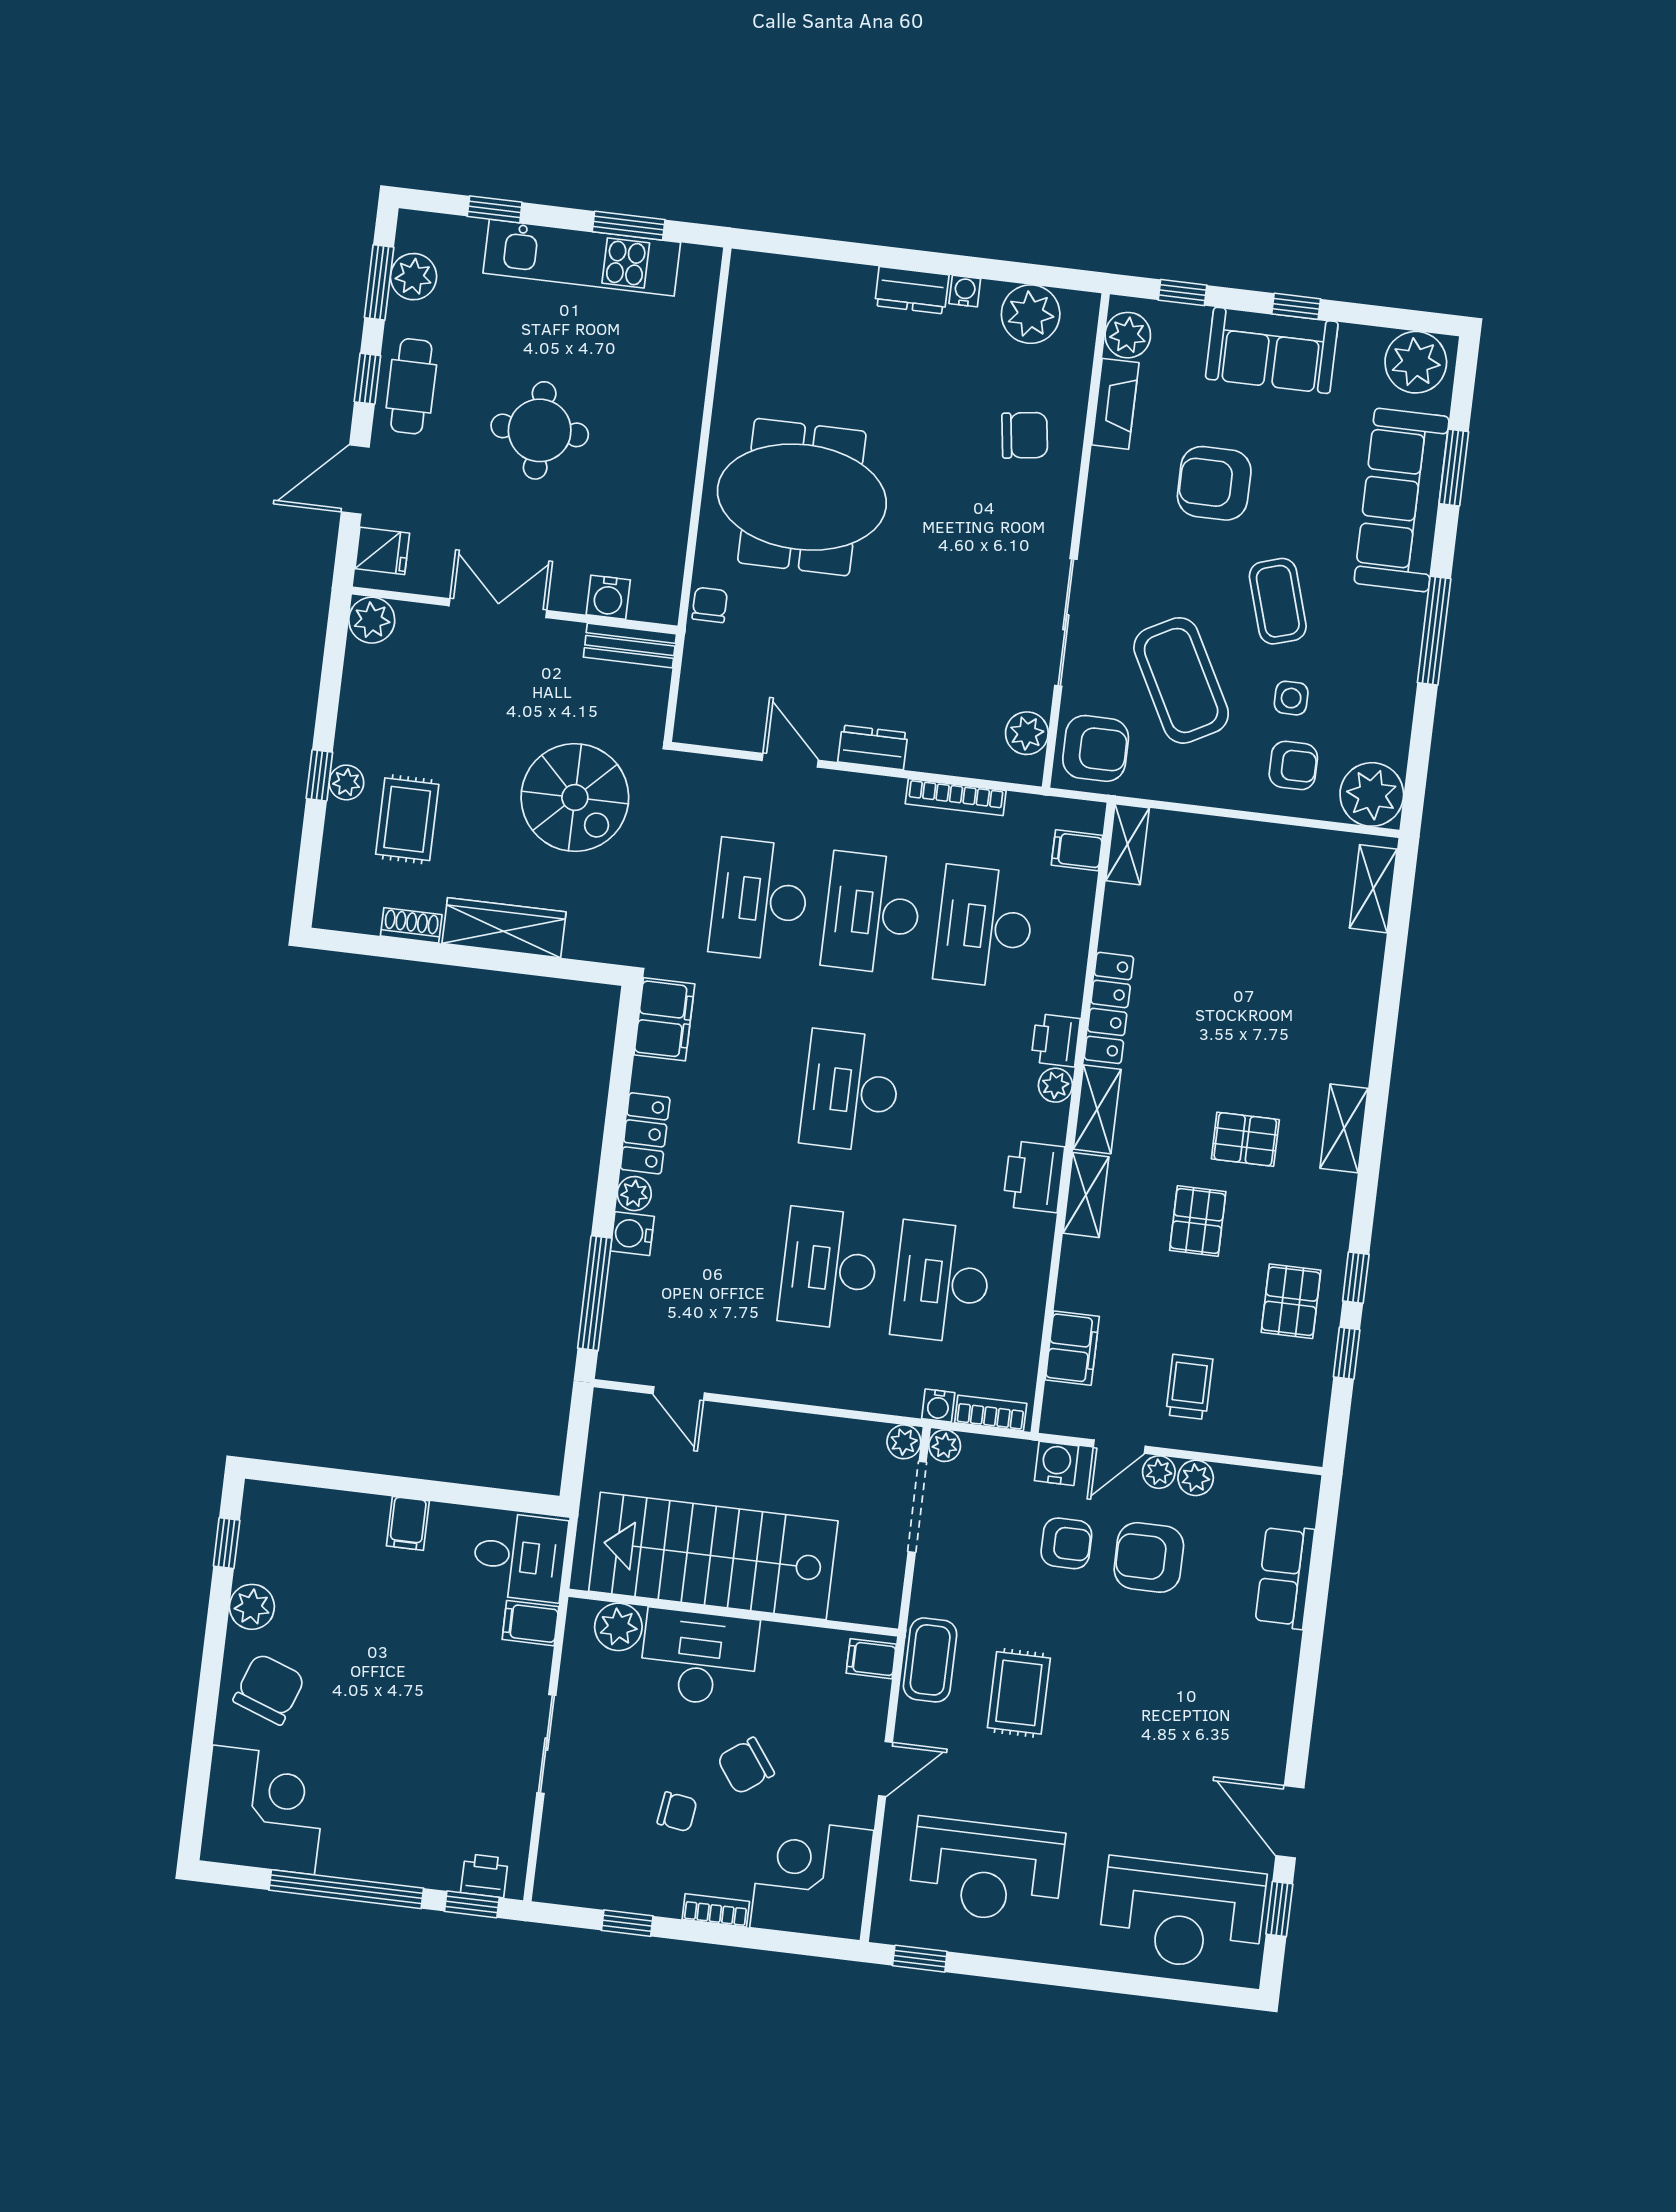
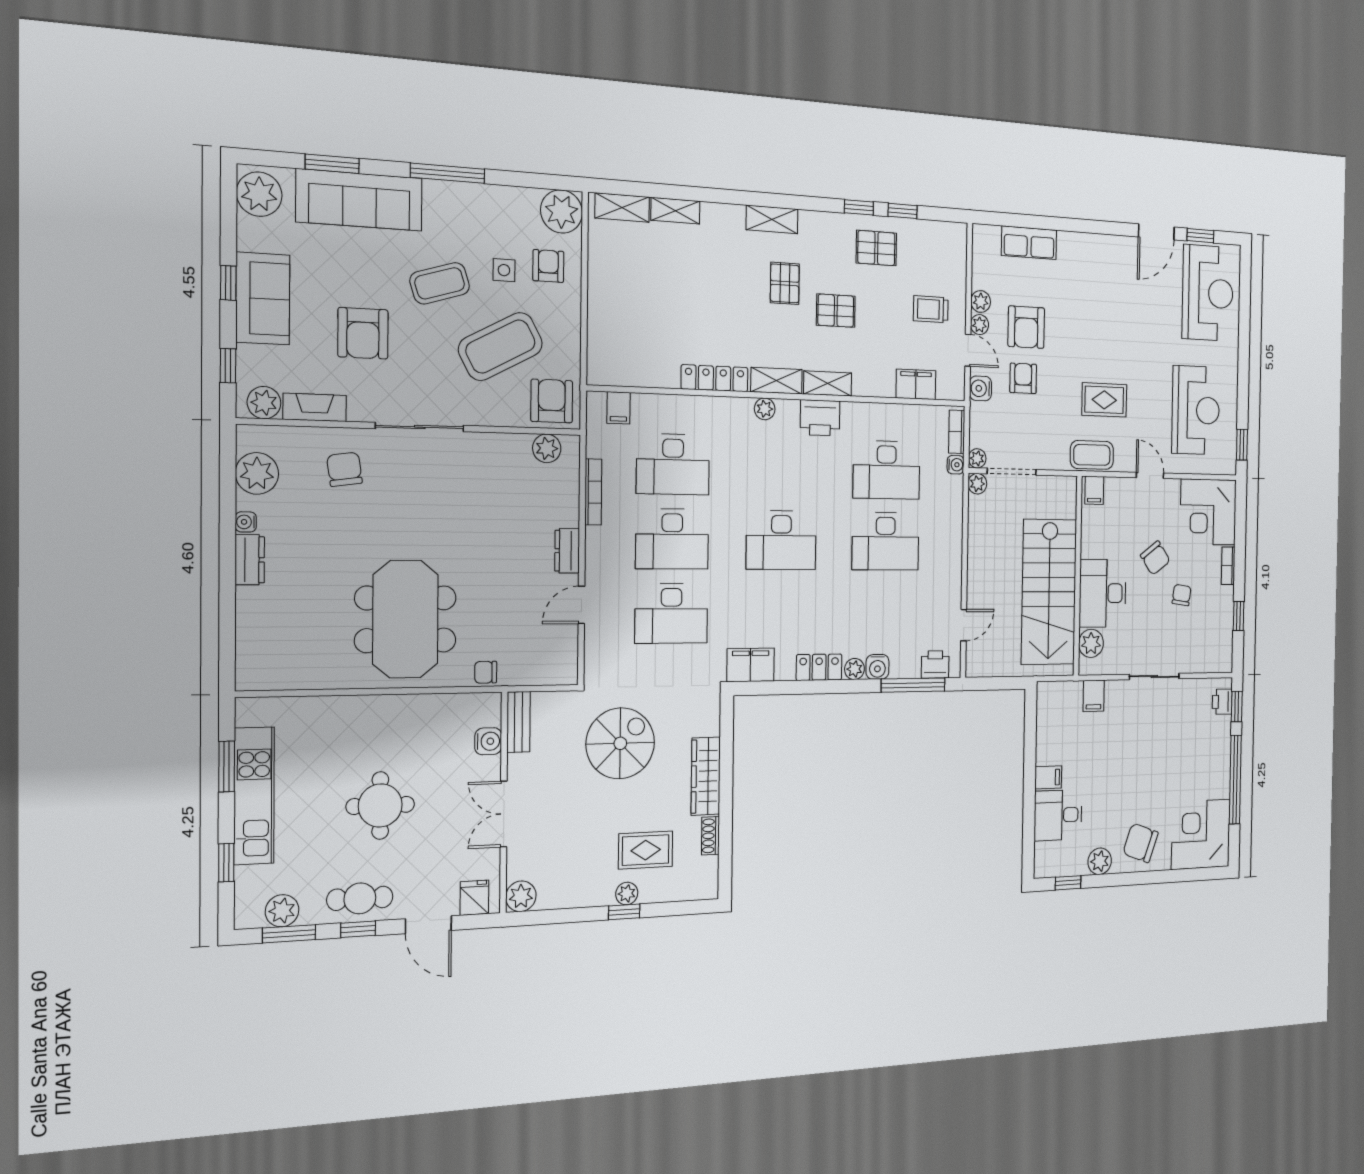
sliding door: (1066, 622) -> (420, 427), moved
shelving: (1128, 844) -> (675, 211), moved
printer: (1056, 1040) -> (935, 664), moved, turned 180
desk: (520, 1557) -> (1058, 815), moved, turned -90

